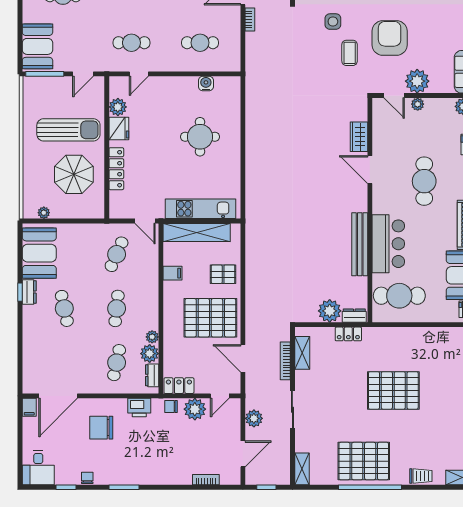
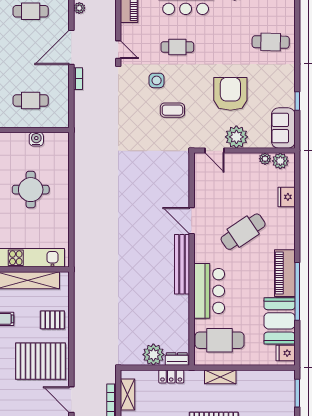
armchair: (390, 38) -> (230, 94), moved
coffee table: (350, 53) -> (172, 110), turned 90
plant: (418, 104) -> (265, 159), moved
wardrobe: (359, 137) -> (181, 190), removed
cafe table: (424, 181) -> (243, 232), turned 56
bench: (360, 244) -> (182, 264), moved
shelving: (400, 334) -> (220, 377), added

